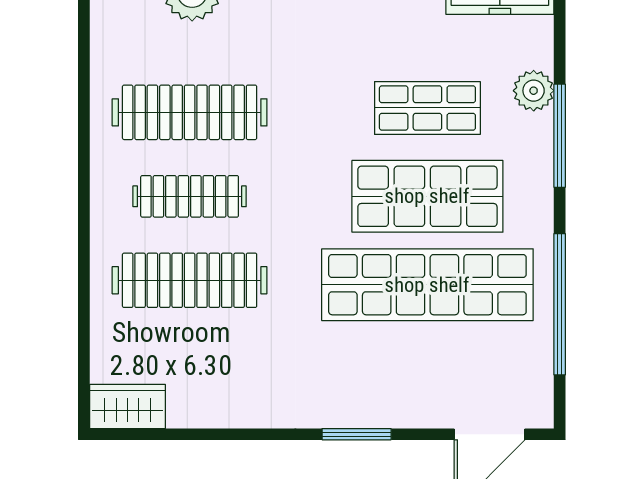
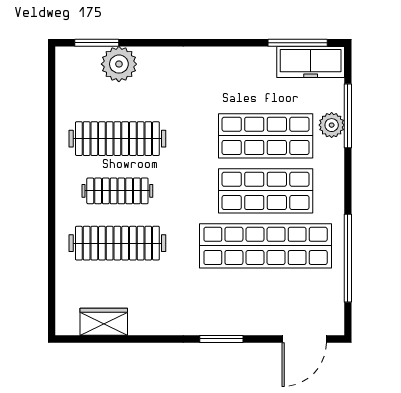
shop shelf: (427, 108) -> (266, 136), width x1.43, depth x1.36
window: (560, 136) -> (348, 116), moved
wardrobe: (127, 406) -> (104, 322), moved

